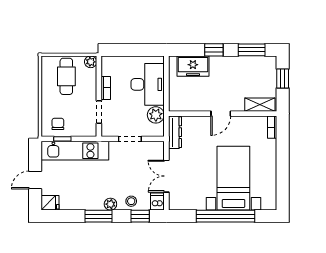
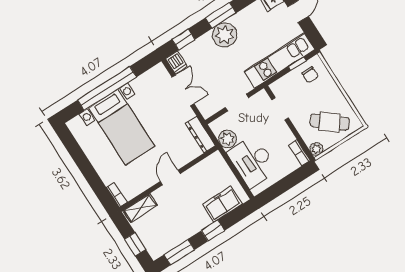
cafe table: (66, 76) -> (330, 122), turned -51
bookcase: (106, 88) -> (300, 153), moved
stool: (131, 201) -> (200, 48), removed
plant: (110, 204) -> (225, 35), width x1.87, depth x1.87

